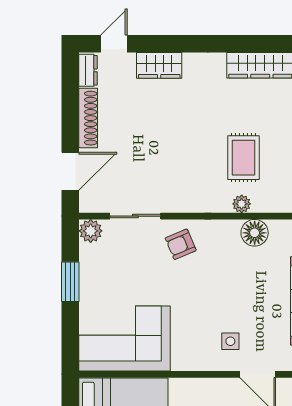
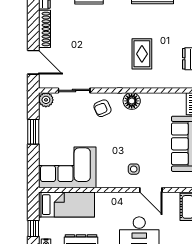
door: (70, 171) -> (33, 62), hinge flipped
plant: (242, 204) -> (141, 83), removed
floor lamp: (255, 233) -> (132, 101), moved

